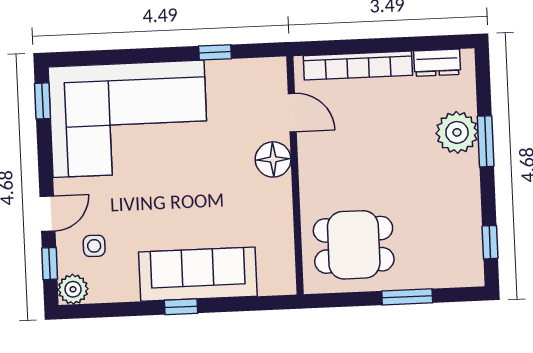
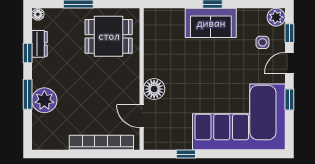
dresser: (437, 63) -> (39, 44), moved, turned 90
window: (43, 101) -> (289, 99), moved
window: (490, 242) -> (28, 53), moved
sofa: (198, 274) -> (211, 23), width x0.73
floor lamp: (474, 277) -> (38, 14), added

